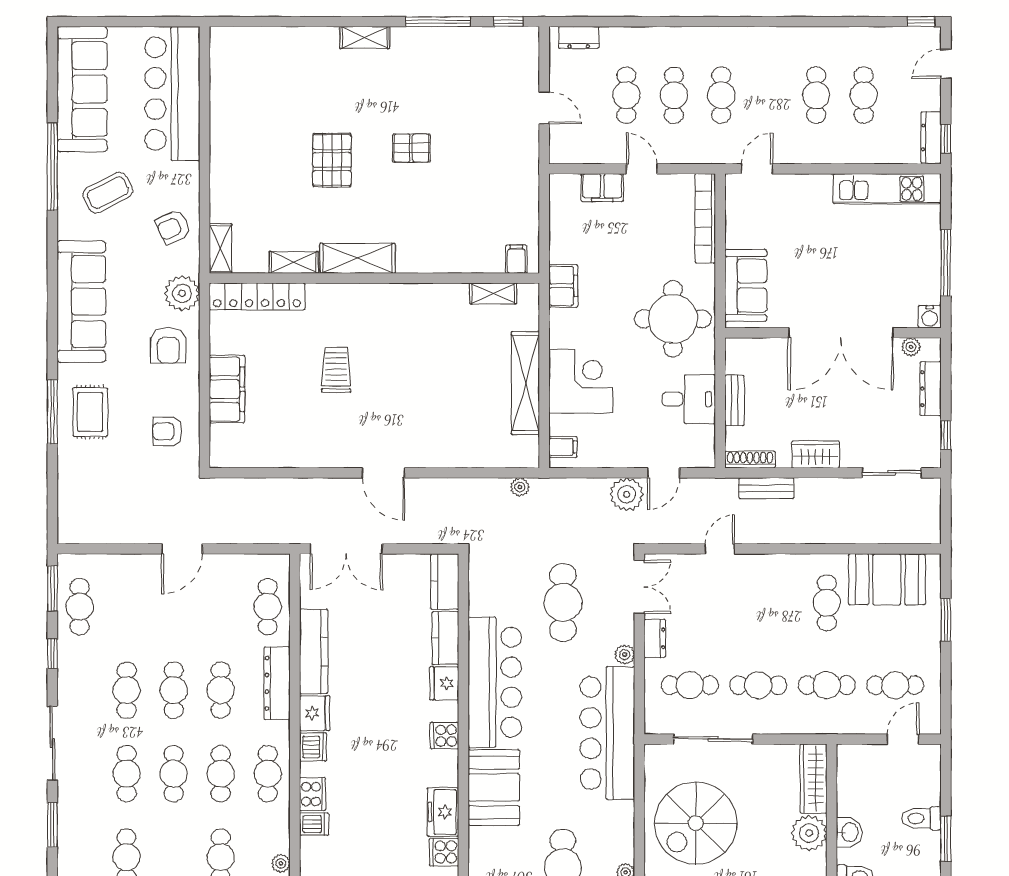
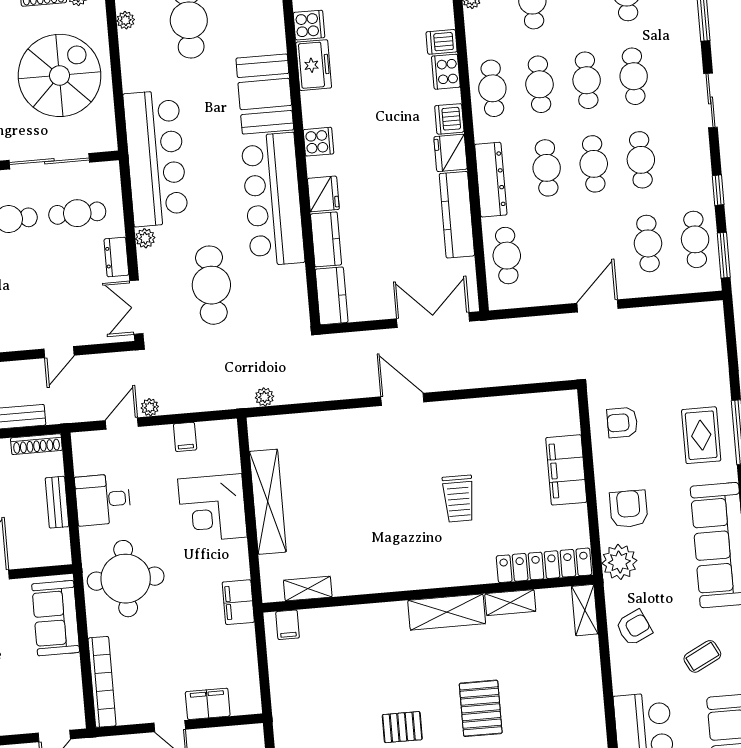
coffee table: (108, 193) -> (702, 656), width x0.73, depth x0.77
armchair: (167, 431) -> (622, 422), turned 180
filing cabinet: (563, 447) -> (185, 437), moved, turned -90
plant: (627, 494) -> (150, 407), width x0.53, depth x0.53
cafe table: (127, 607) -> (648, 243), added
sliding door: (52, 743) -> (711, 100), width x0.73

